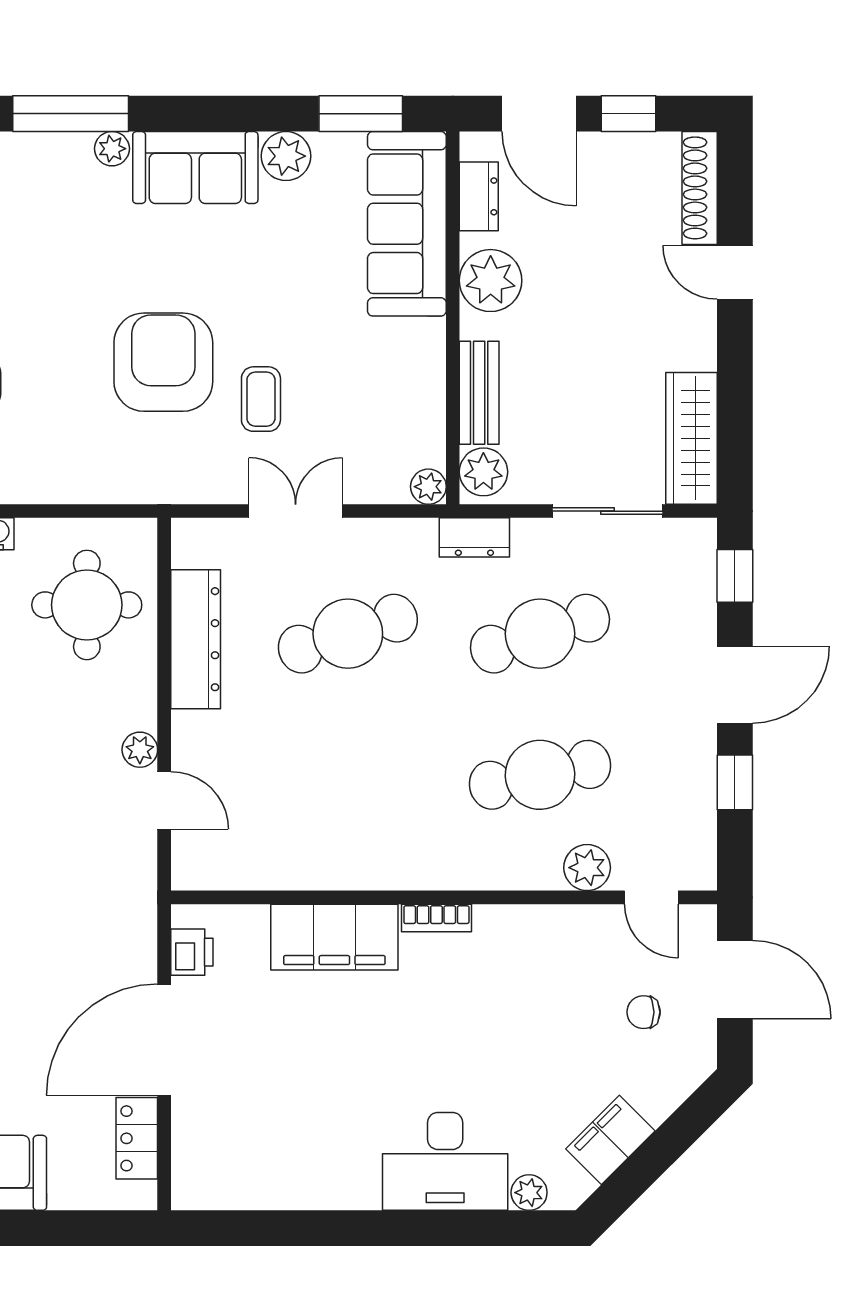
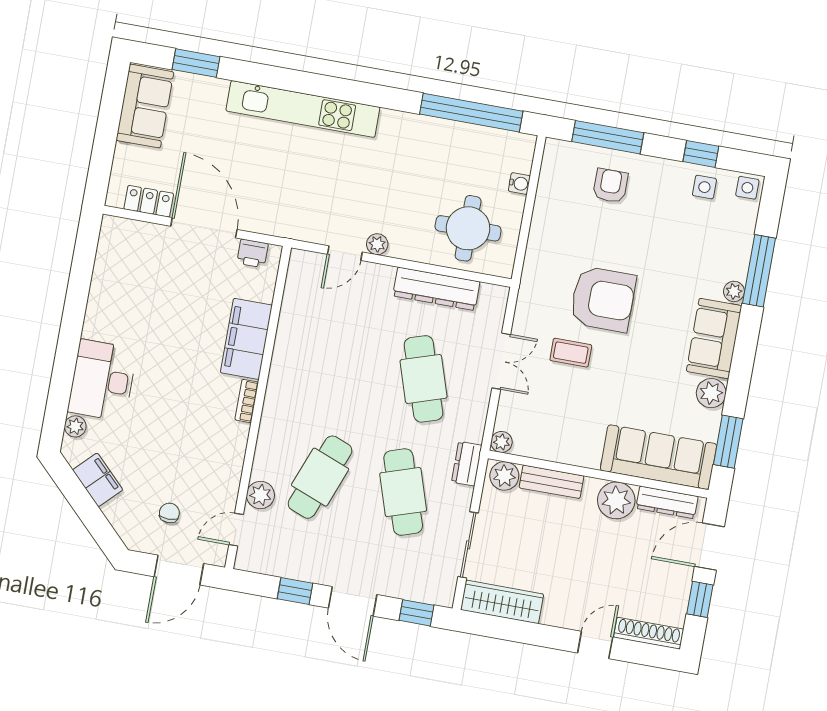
dresser: (479, 196) -> (667, 502), width x1.44
cafe table: (540, 775) -> (320, 477), turned 33

